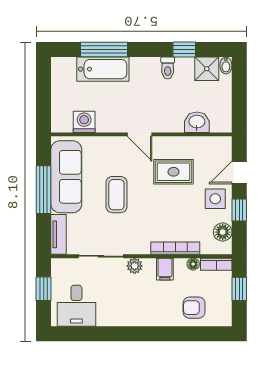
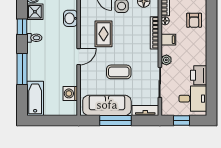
window: (104, 49) -> (22, 69), moved
bathtub: (103, 69) -> (35, 98), moved
printer: (111, 314) -> (199, 75), added

